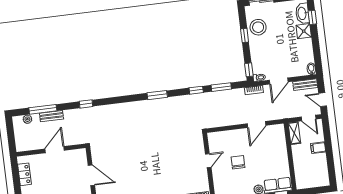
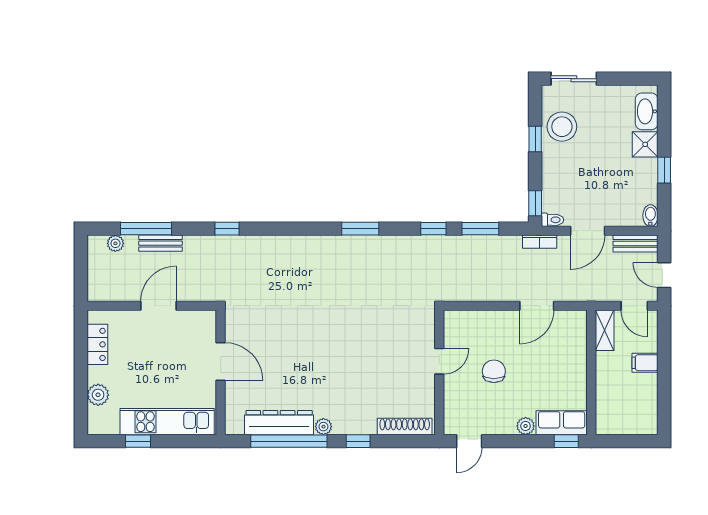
window: (312, 17) -> (664, 170), moved

